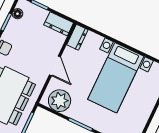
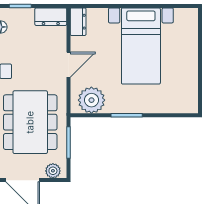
door: (55, 66) -> (68, 65), hinge flipped

